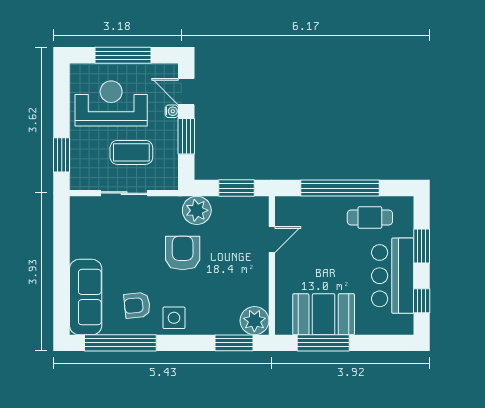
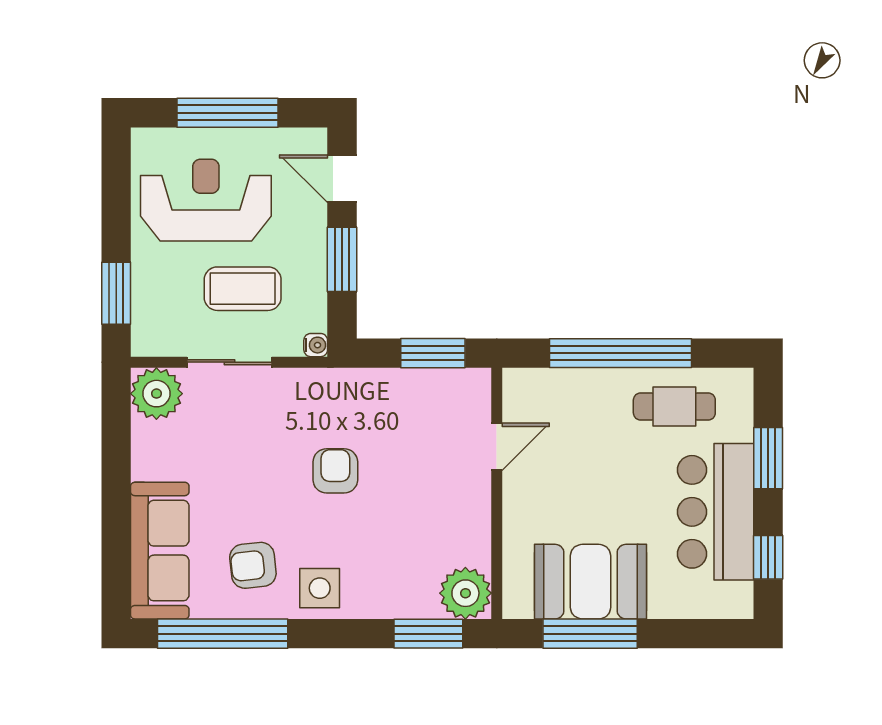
water cooler: (172, 111) -> (316, 345), moved
plant: (197, 210) -> (156, 394), moved
armchair: (183, 253) -> (335, 471), width x0.72, depth x0.72

